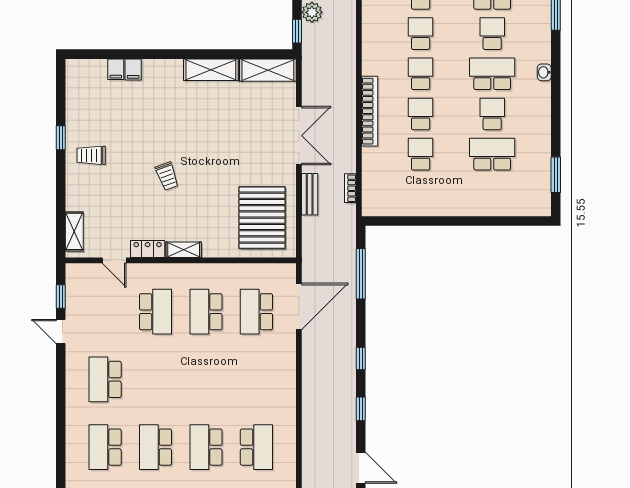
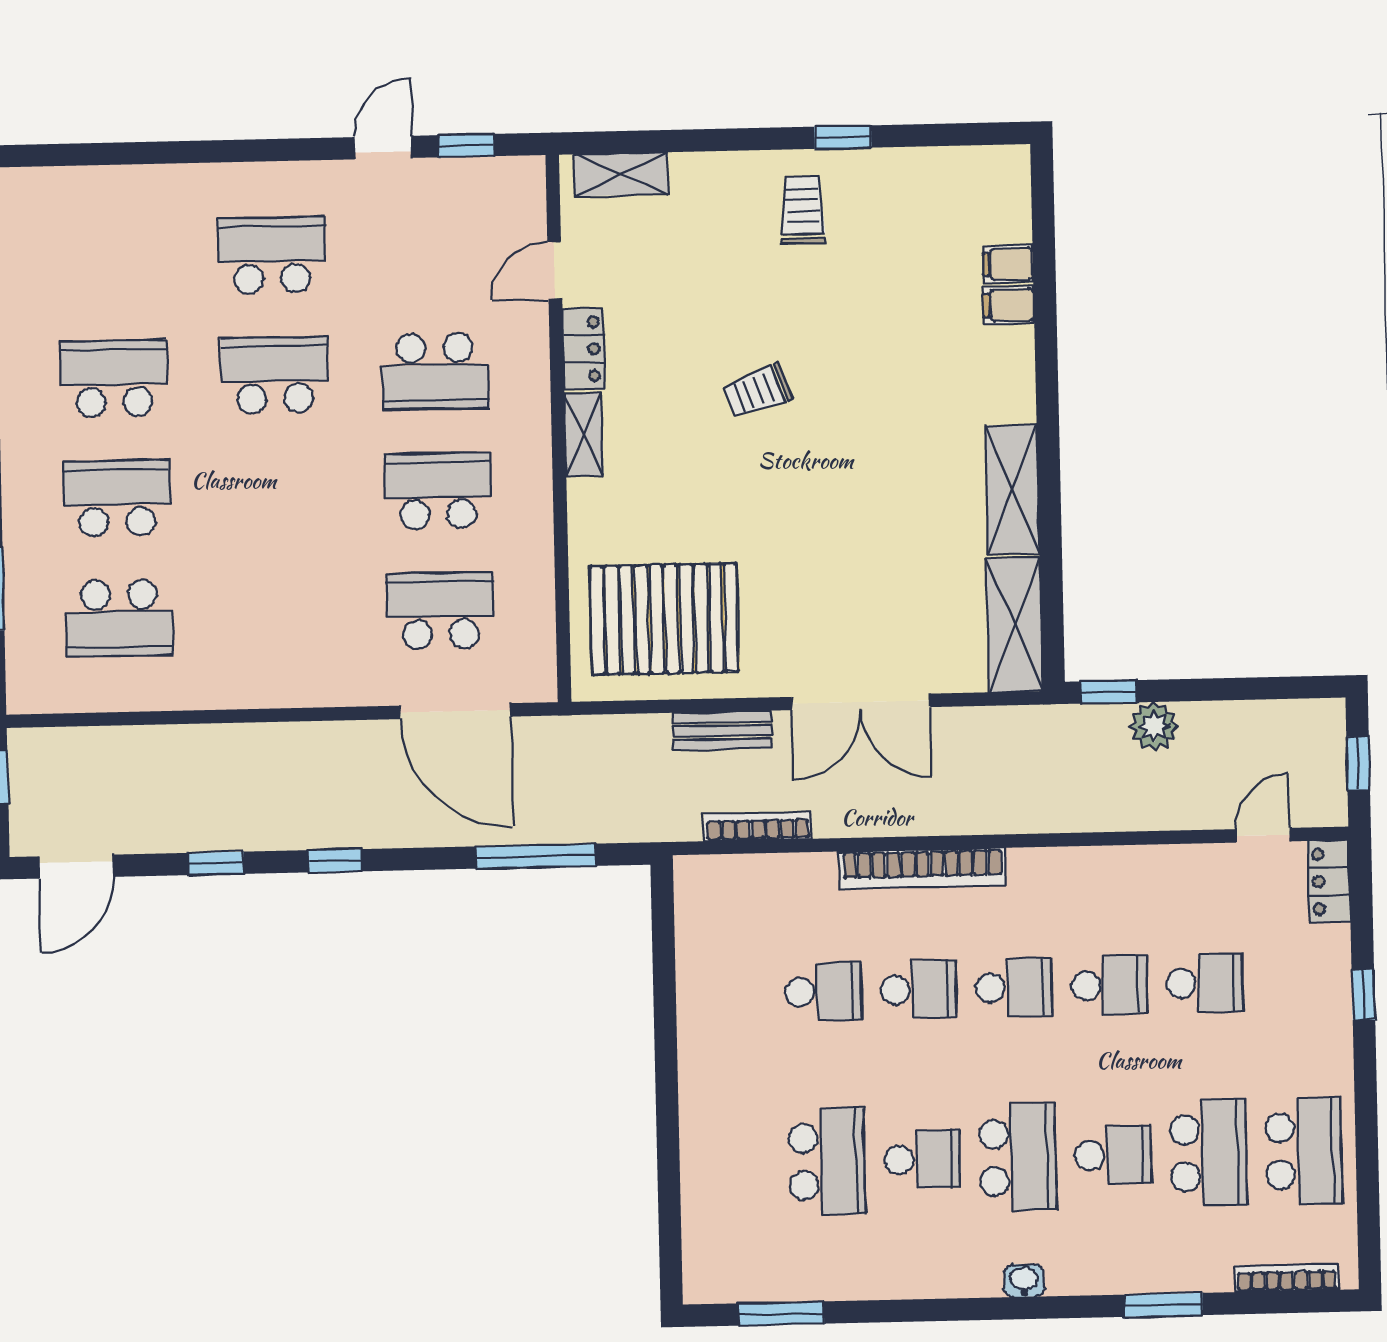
bookcase: (350, 188) -> (758, 826), width x1.56
school desk: (105, 447) -> (275, 375), moved

